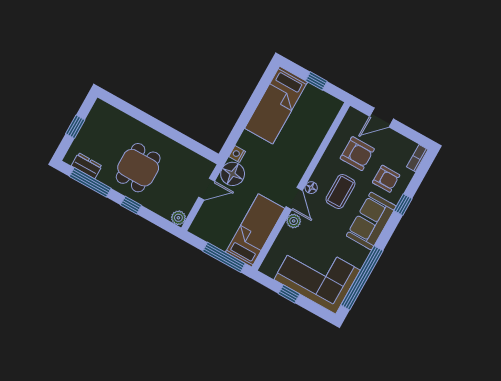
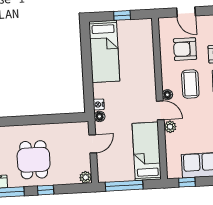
door: (382, 118) -> (186, 12), hinge flipped
armchair: (357, 154) -> (185, 49), turned 180
floor lamp: (233, 174) -> (99, 116), width x0.53, depth x0.53
window: (224, 257) -> (124, 186), moved
window: (289, 294) -> (187, 182), moved

